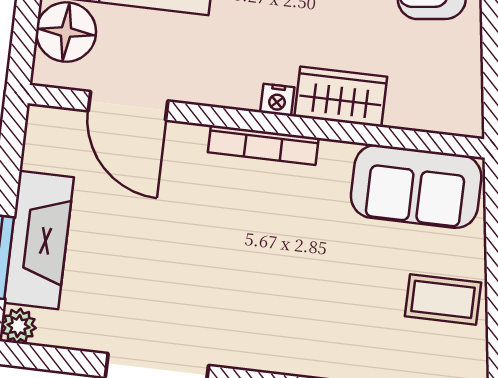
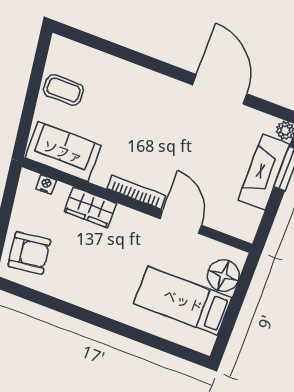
nightstand: (277, 100) -> (46, 184), moved
door: (128, 106) -> (181, 222), moved

